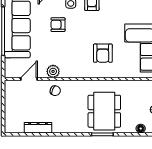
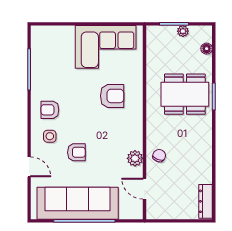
armchair: (58, 25) -> (76, 152), turned -90
dresser: (38, 128) -> (206, 201), moved

